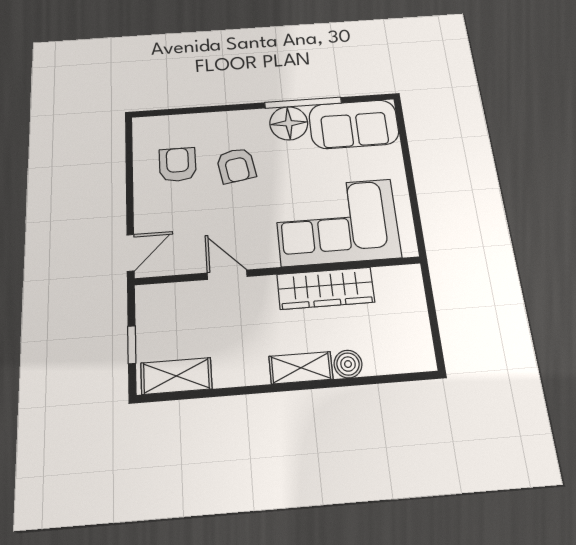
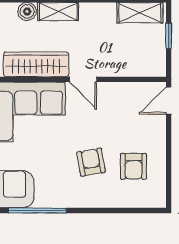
floor lamp: (289, 123) -> (50, 194), removed
door: (227, 275) -> (83, 79), moved

